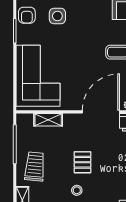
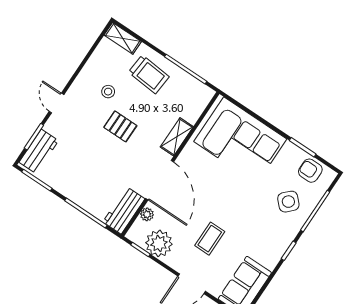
side table: (57, 16) -> (288, 202), turned 45
shelving: (48, 120) -> (177, 137), moved
stool: (77, 190) -> (108, 92), moved

